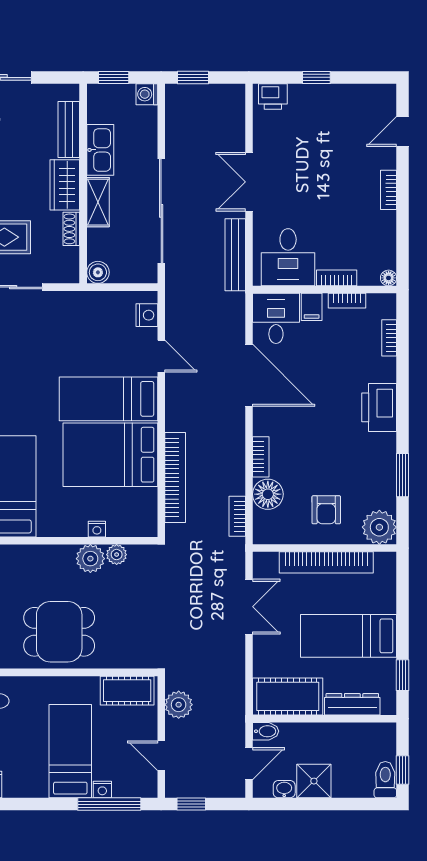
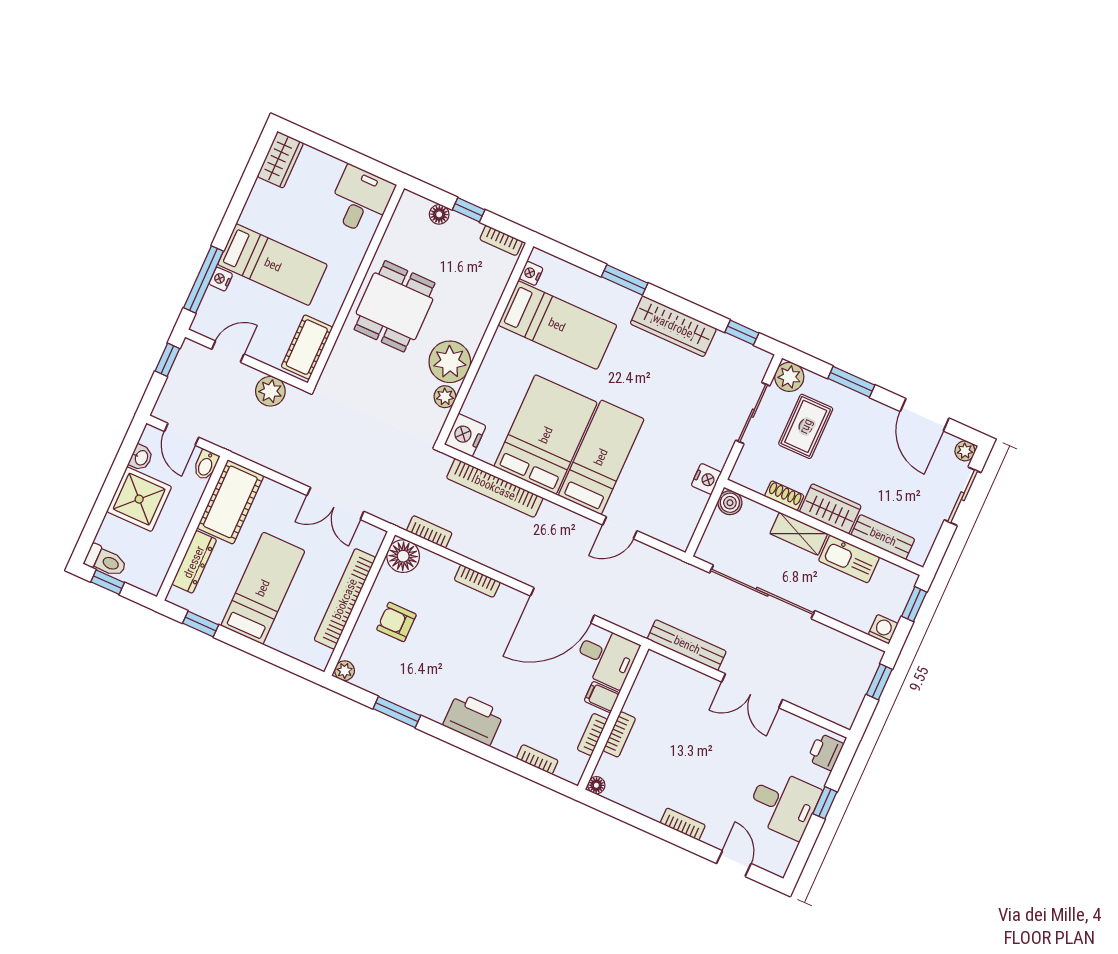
double door: (249, 182) -> (752, 691), swing flipped
desk: (288, 257) -> (783, 804), moved, turned 180
nightstand: (147, 315) -> (706, 479), moved, turned -90
floor lamp: (268, 494) -> (403, 556), moved
plant: (379, 527) -> (345, 671), width x0.53, depth x0.53
nightstand: (97, 529) -> (465, 435), moved, width x1.89, depth x1.79
plant: (90, 559) -> (450, 362), width x1.36, depth x1.36
shower: (314, 781) -> (139, 499), width x1.36, depth x1.36

